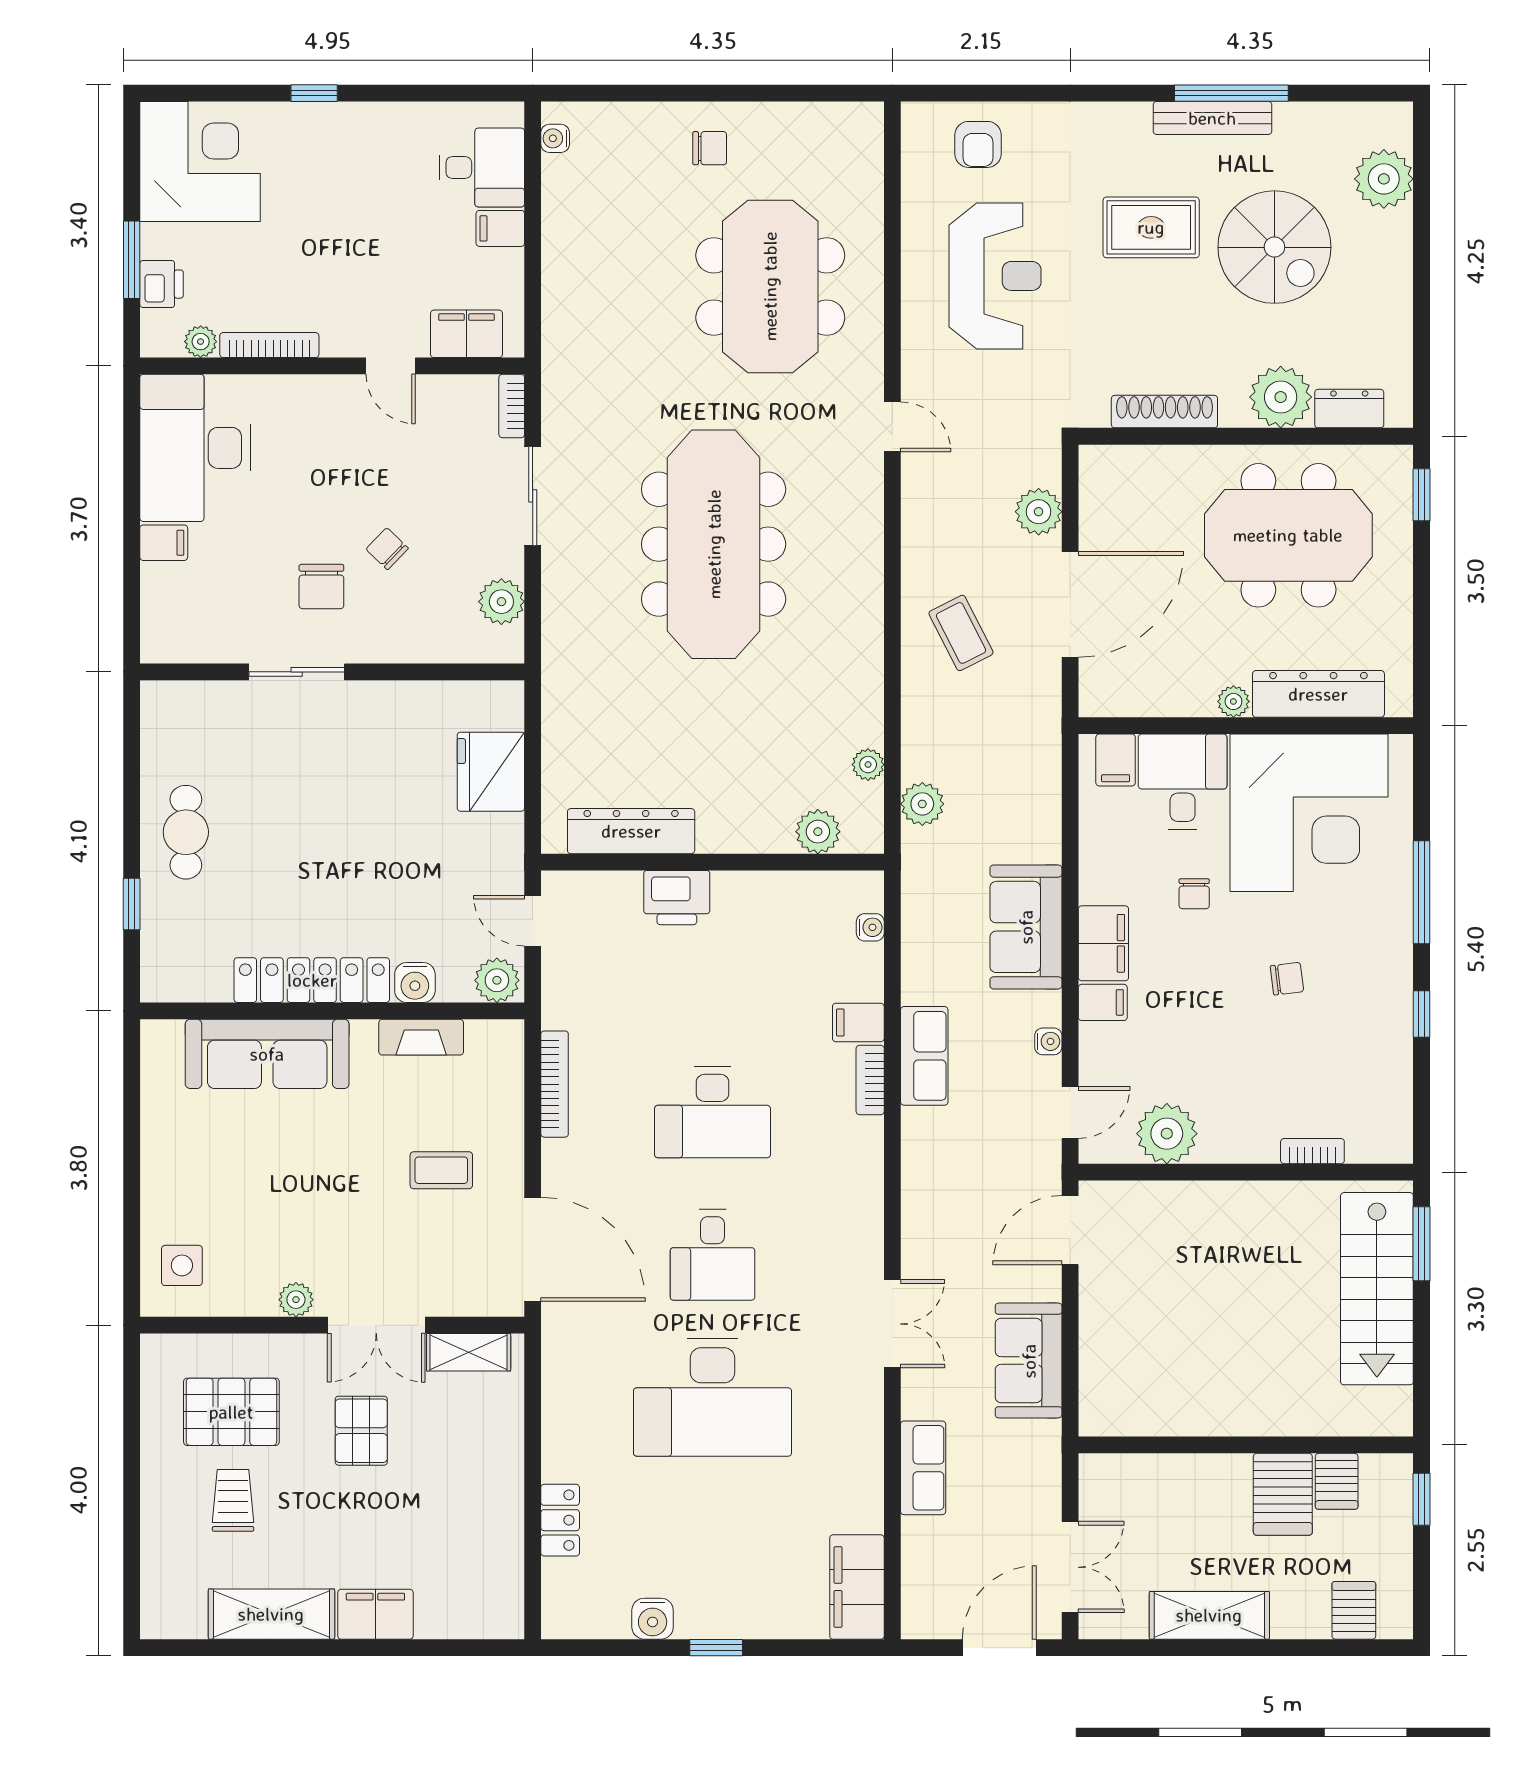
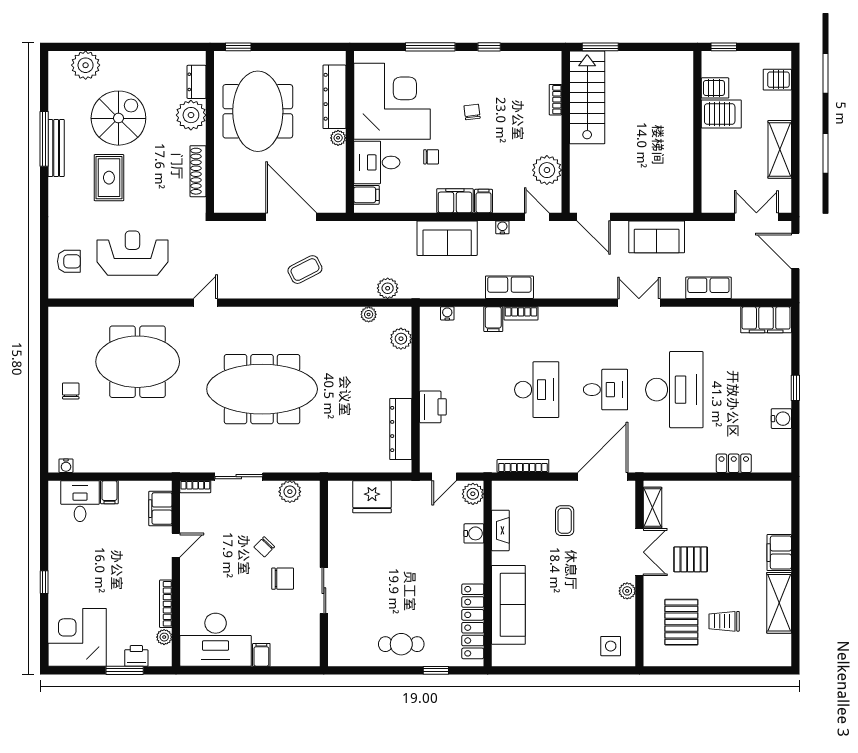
plant: (1039, 512) -> (246, 232), removed
locker: (312, 980) -> (473, 621), moved
stairs: (1377, 1289) -> (587, 97), moved, turned -90

